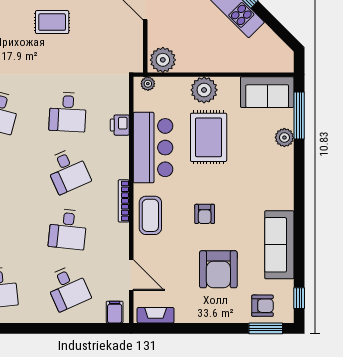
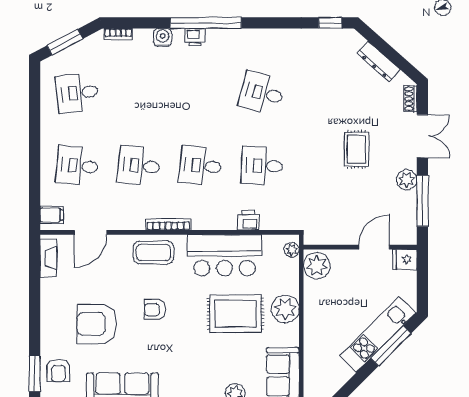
desk: (68, 171) -> (200, 166), turned 30
desk: (68, 288) -> (77, 166), turned 30

